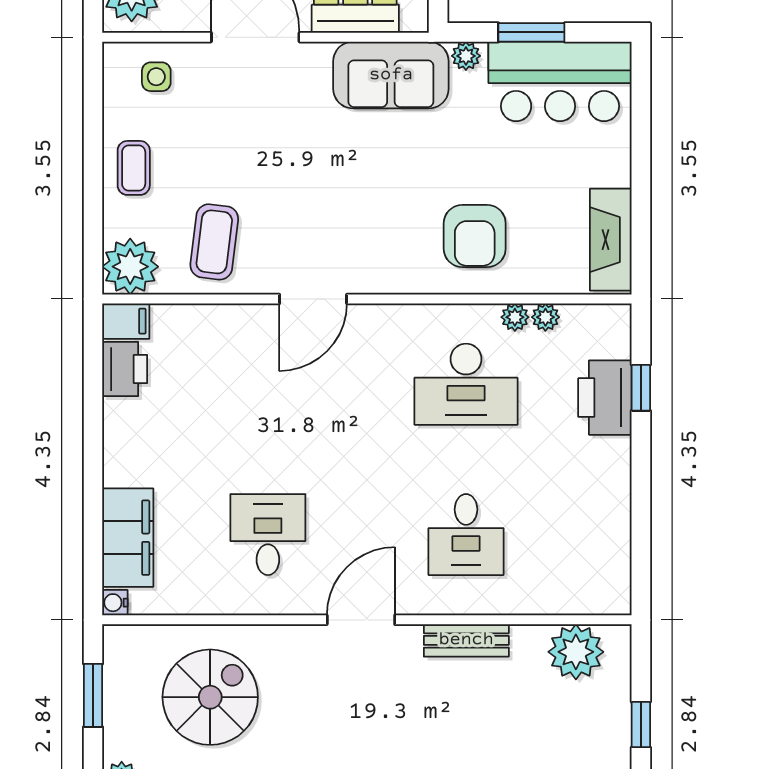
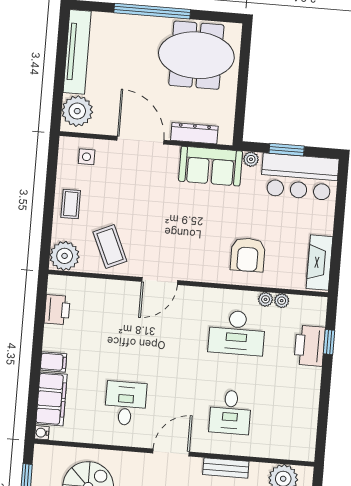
coffee table: (214, 242) -> (110, 247), turned -31
filing cabinet: (126, 321) -> (53, 362), moved

